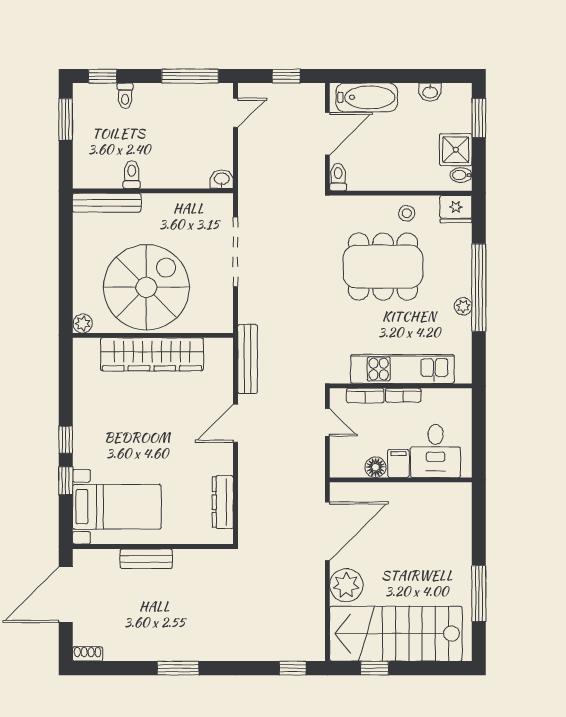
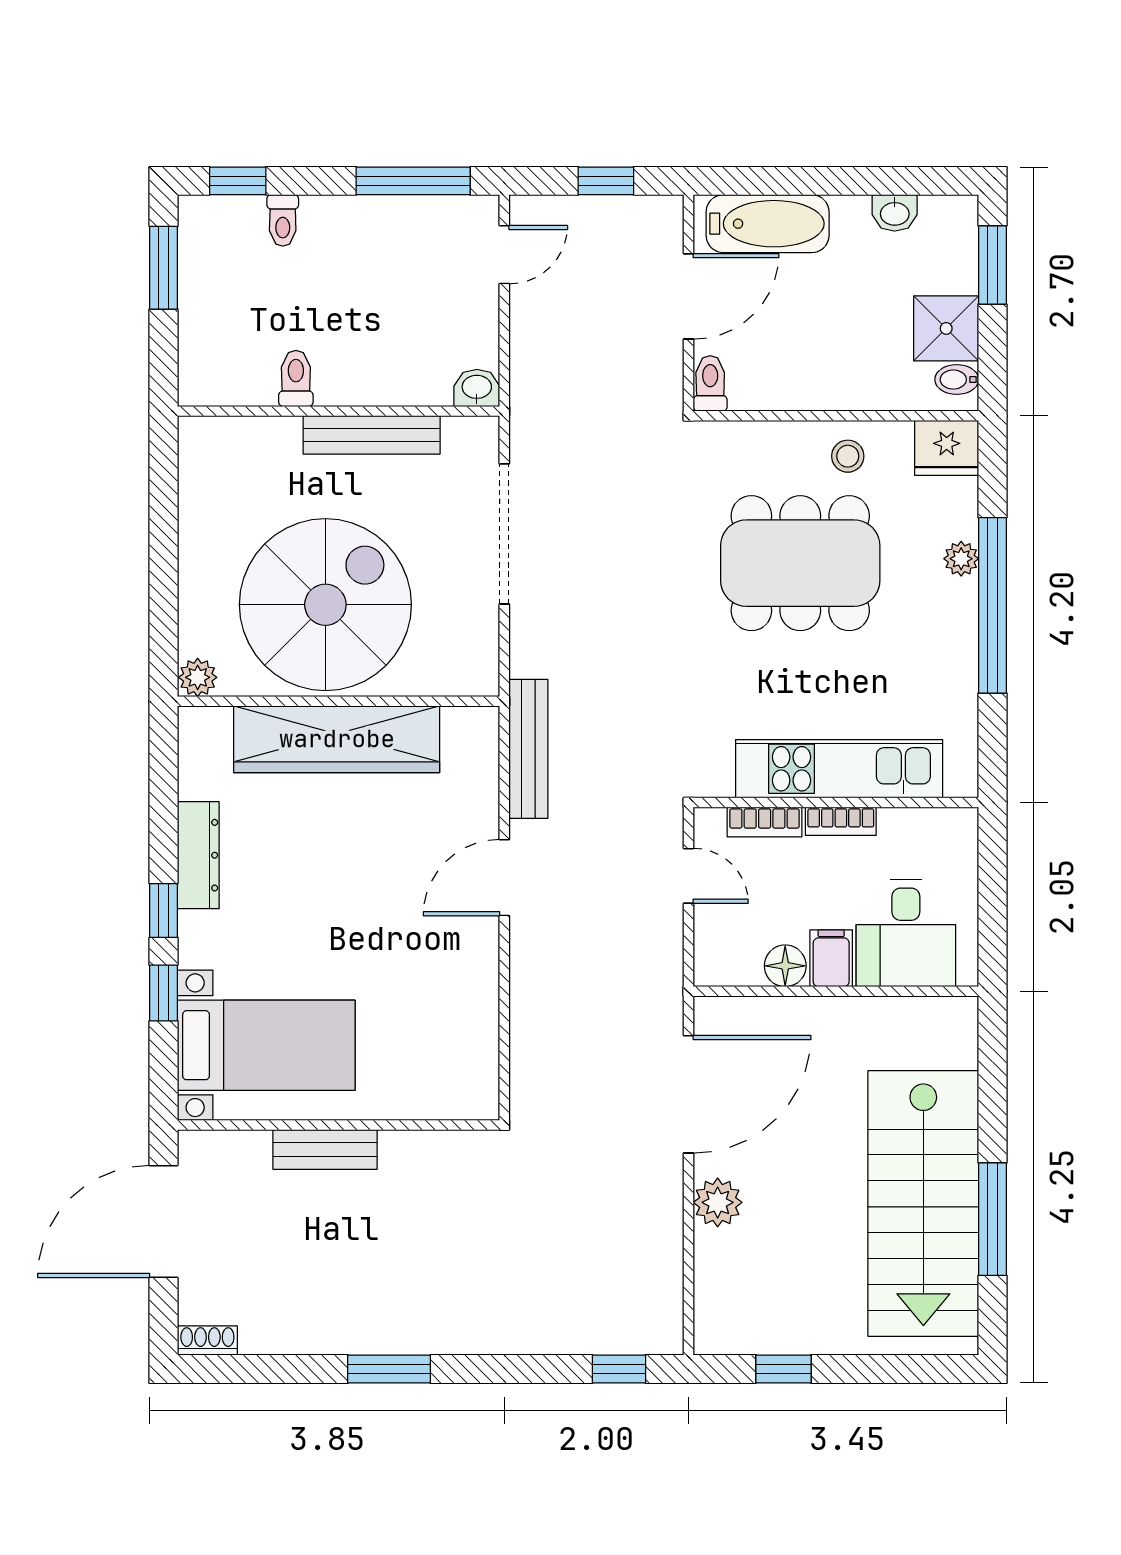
bench: (107, 203) -> (372, 435), moved
plant: (463, 306) -> (961, 559), moved
dresser: (223, 502) -> (198, 855), moved, turned 180
plant: (346, 585) -> (718, 1202), width x0.73, depth x0.73
stairs: (396, 634) -> (923, 1203), moved, turned -90

